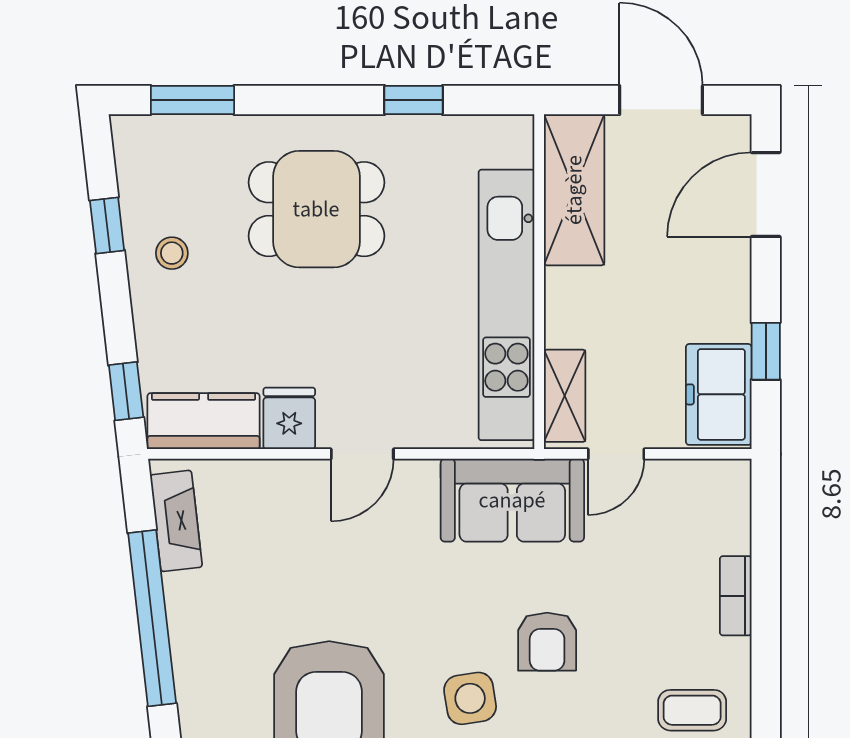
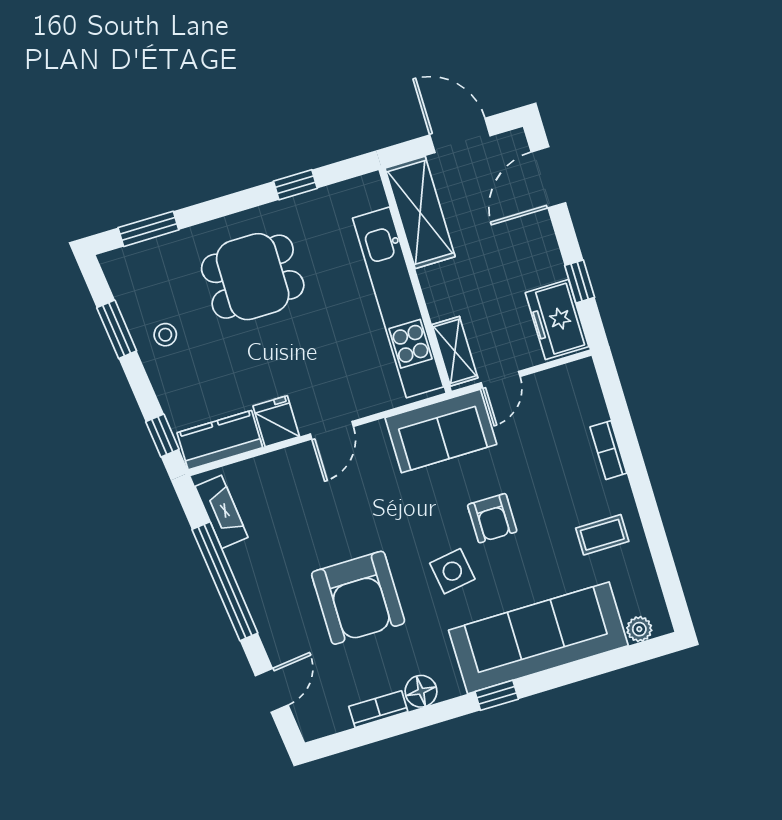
window: (107, 225) -> (117, 329), width x1.50

